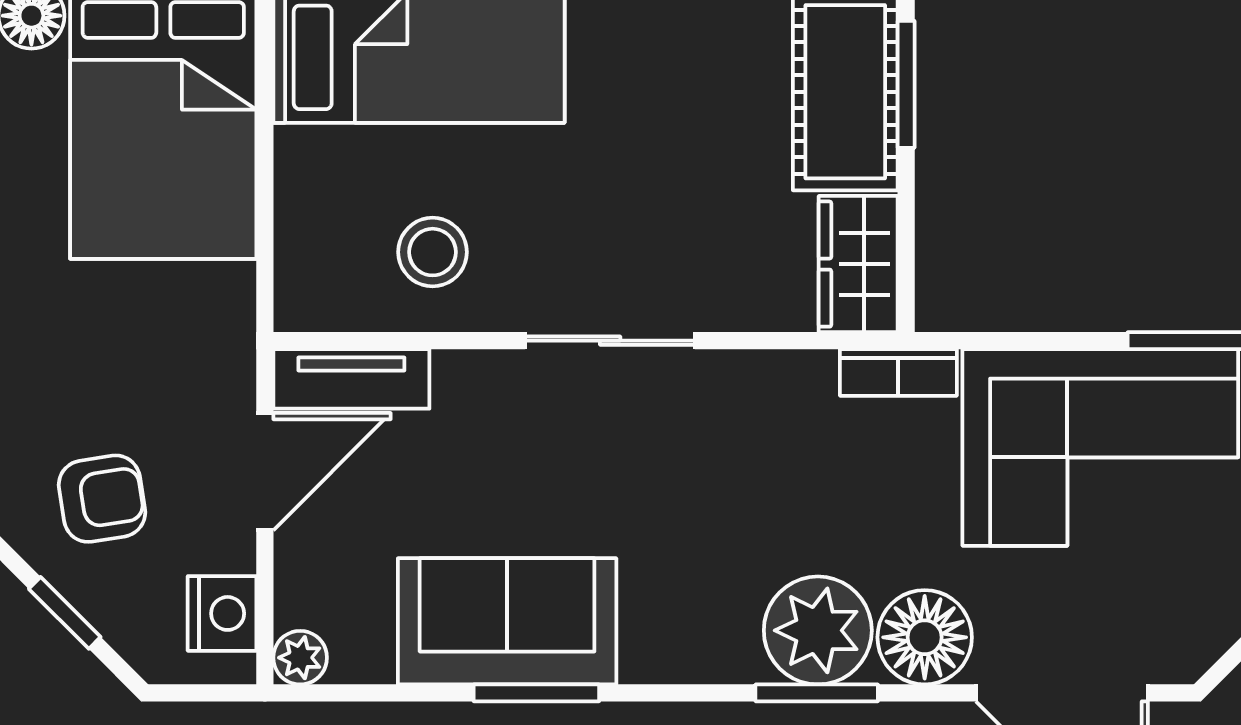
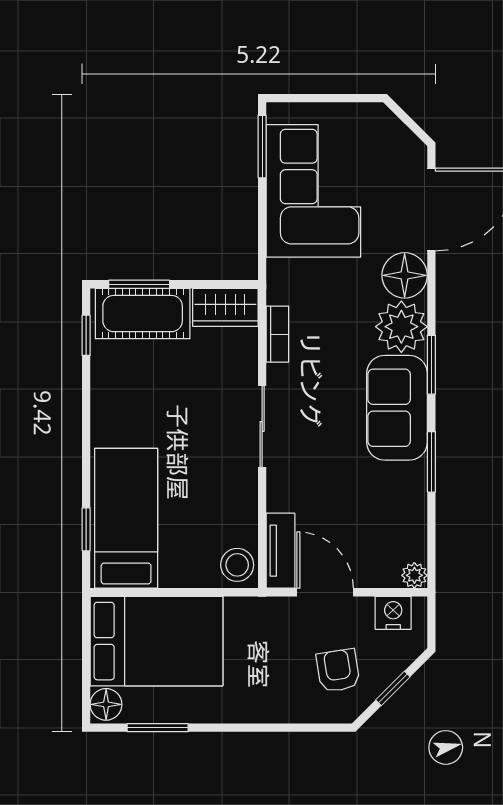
stool: (433, 252) -> (237, 565), moved
bookcase: (898, 372) -> (277, 334), moved
sofa: (507, 621) -> (397, 408), moved
window: (817, 693) -> (431, 365), moved

